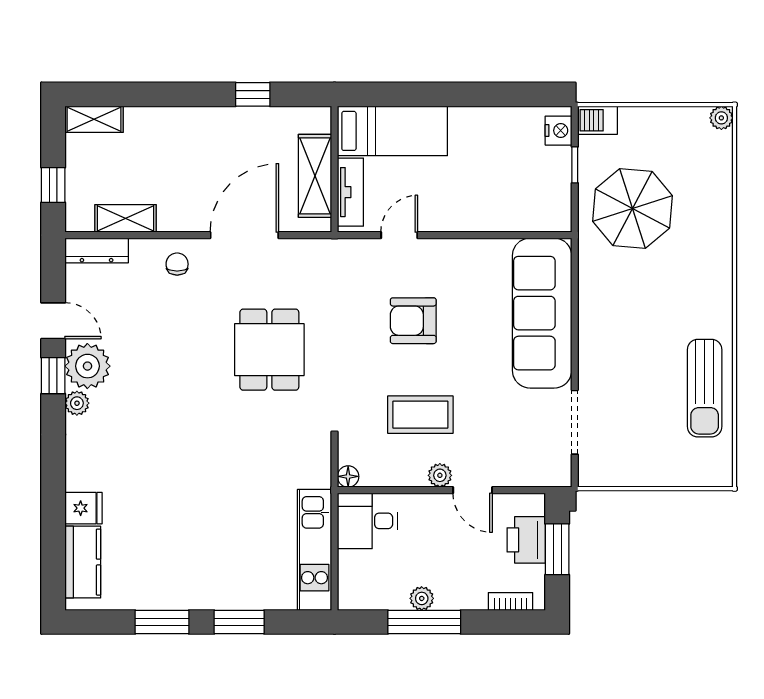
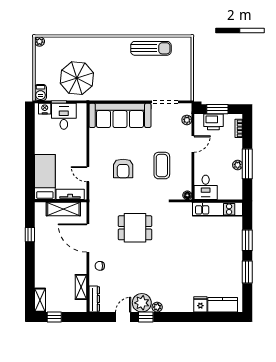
desk: (540, 177) -> (64, 116), added
window: (53, 185) -> (54, 317), moved
plant: (440, 475) -> (187, 120), moved

